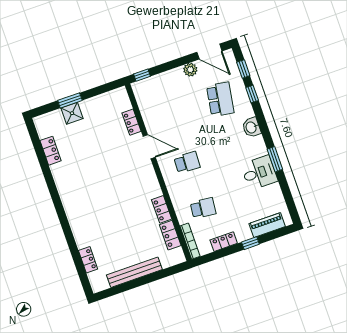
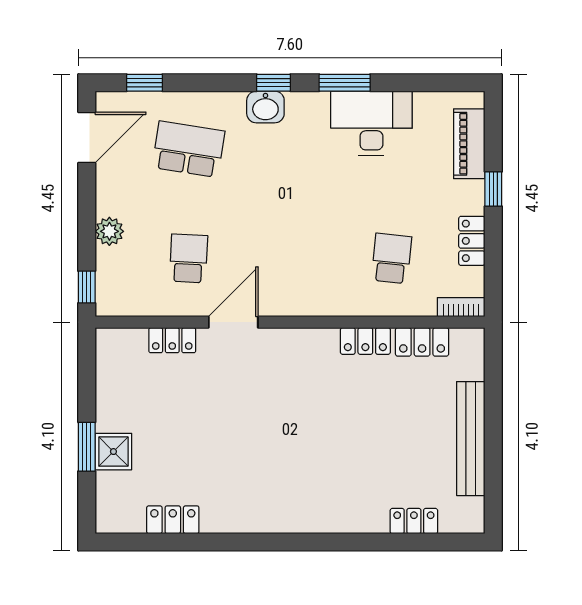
plant: (190, 70) -> (109, 231), moved
window: (252, 94) -> (274, 83), moved
school desk: (187, 162) -> (189, 258), moved
desk: (259, 173) -> (371, 123), width x1.37
bookcase: (190, 241) -> (461, 307), width x0.64

